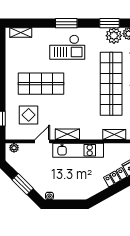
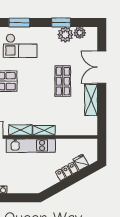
shop shelf: (111, 84) -> (63, 81), width x0.50, depth x0.74
shelving: (114, 135) -> (44, 130), moved

